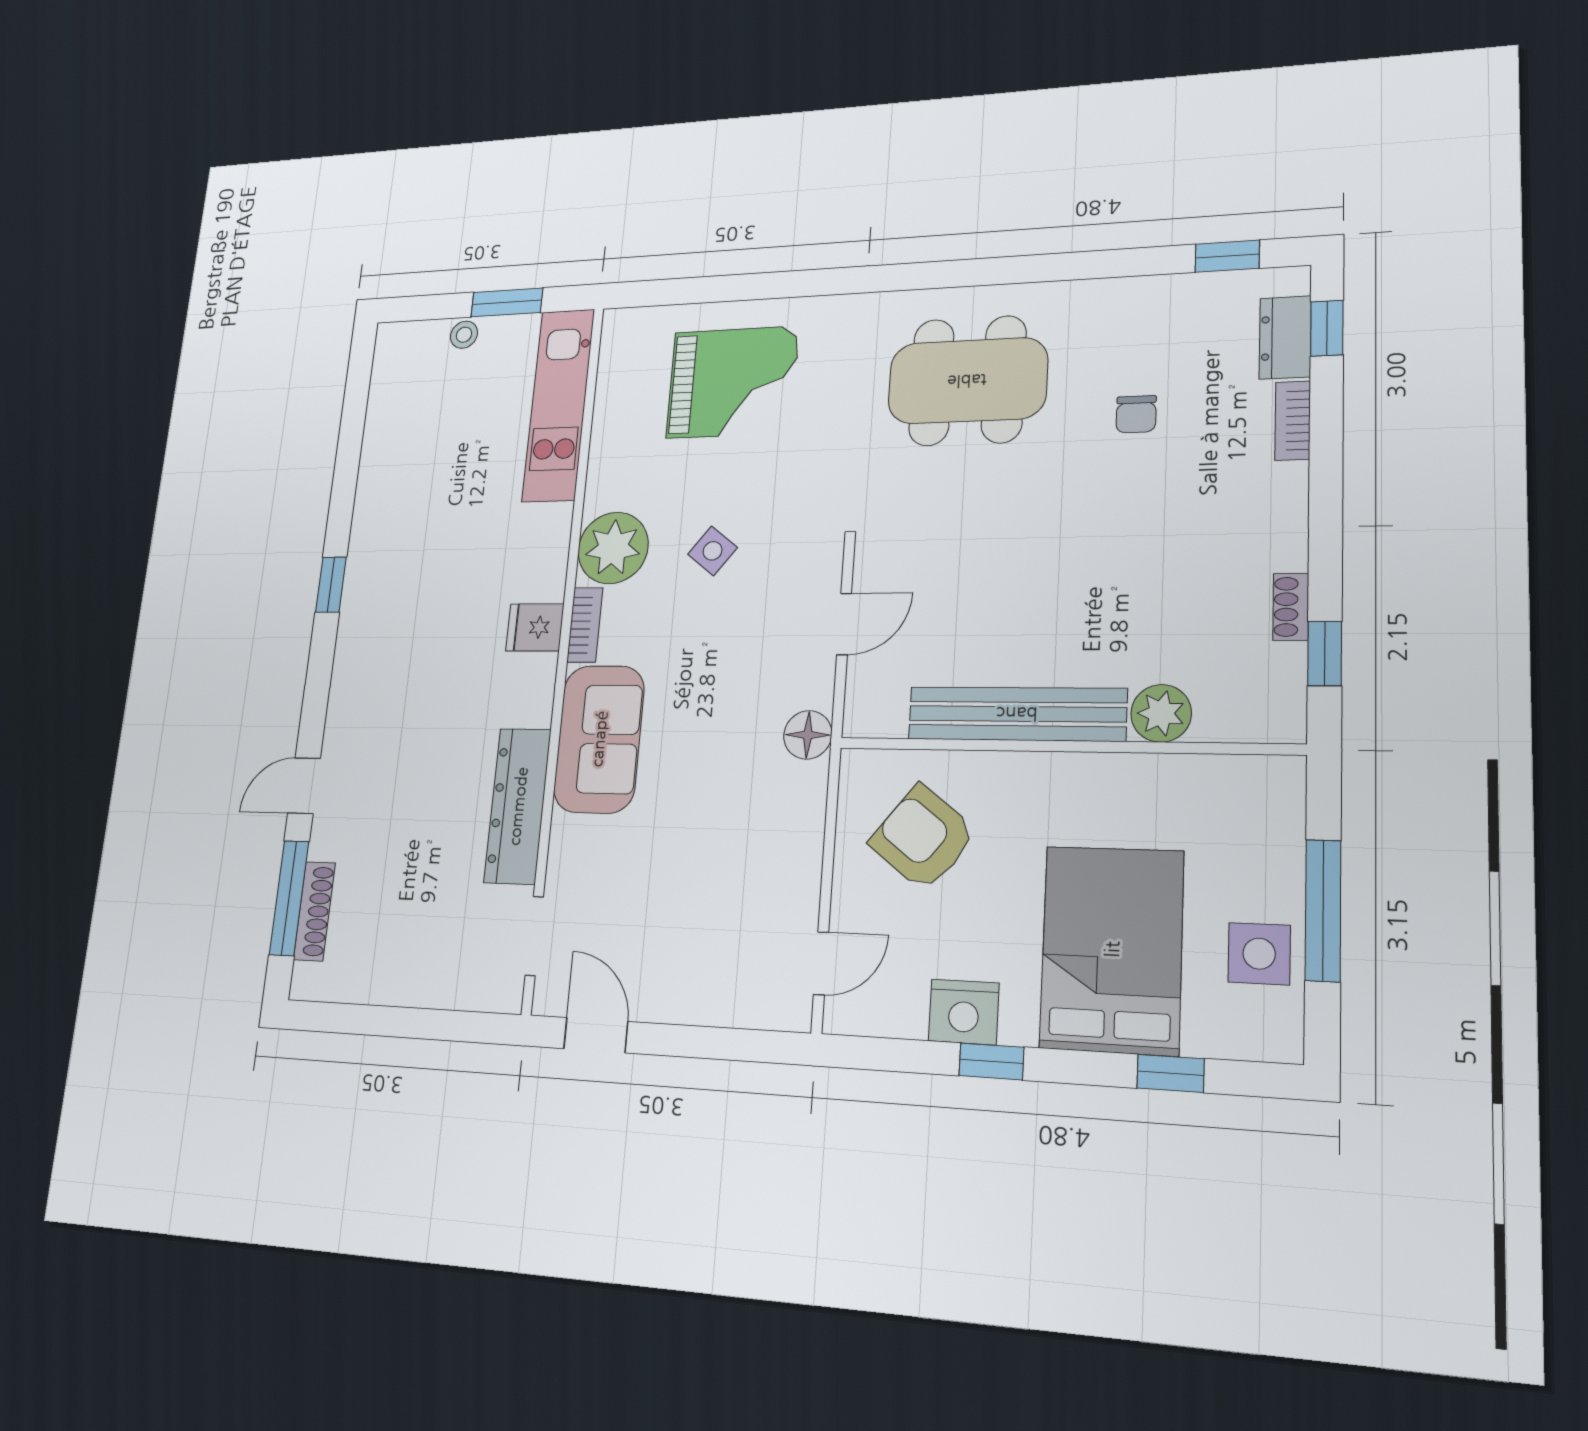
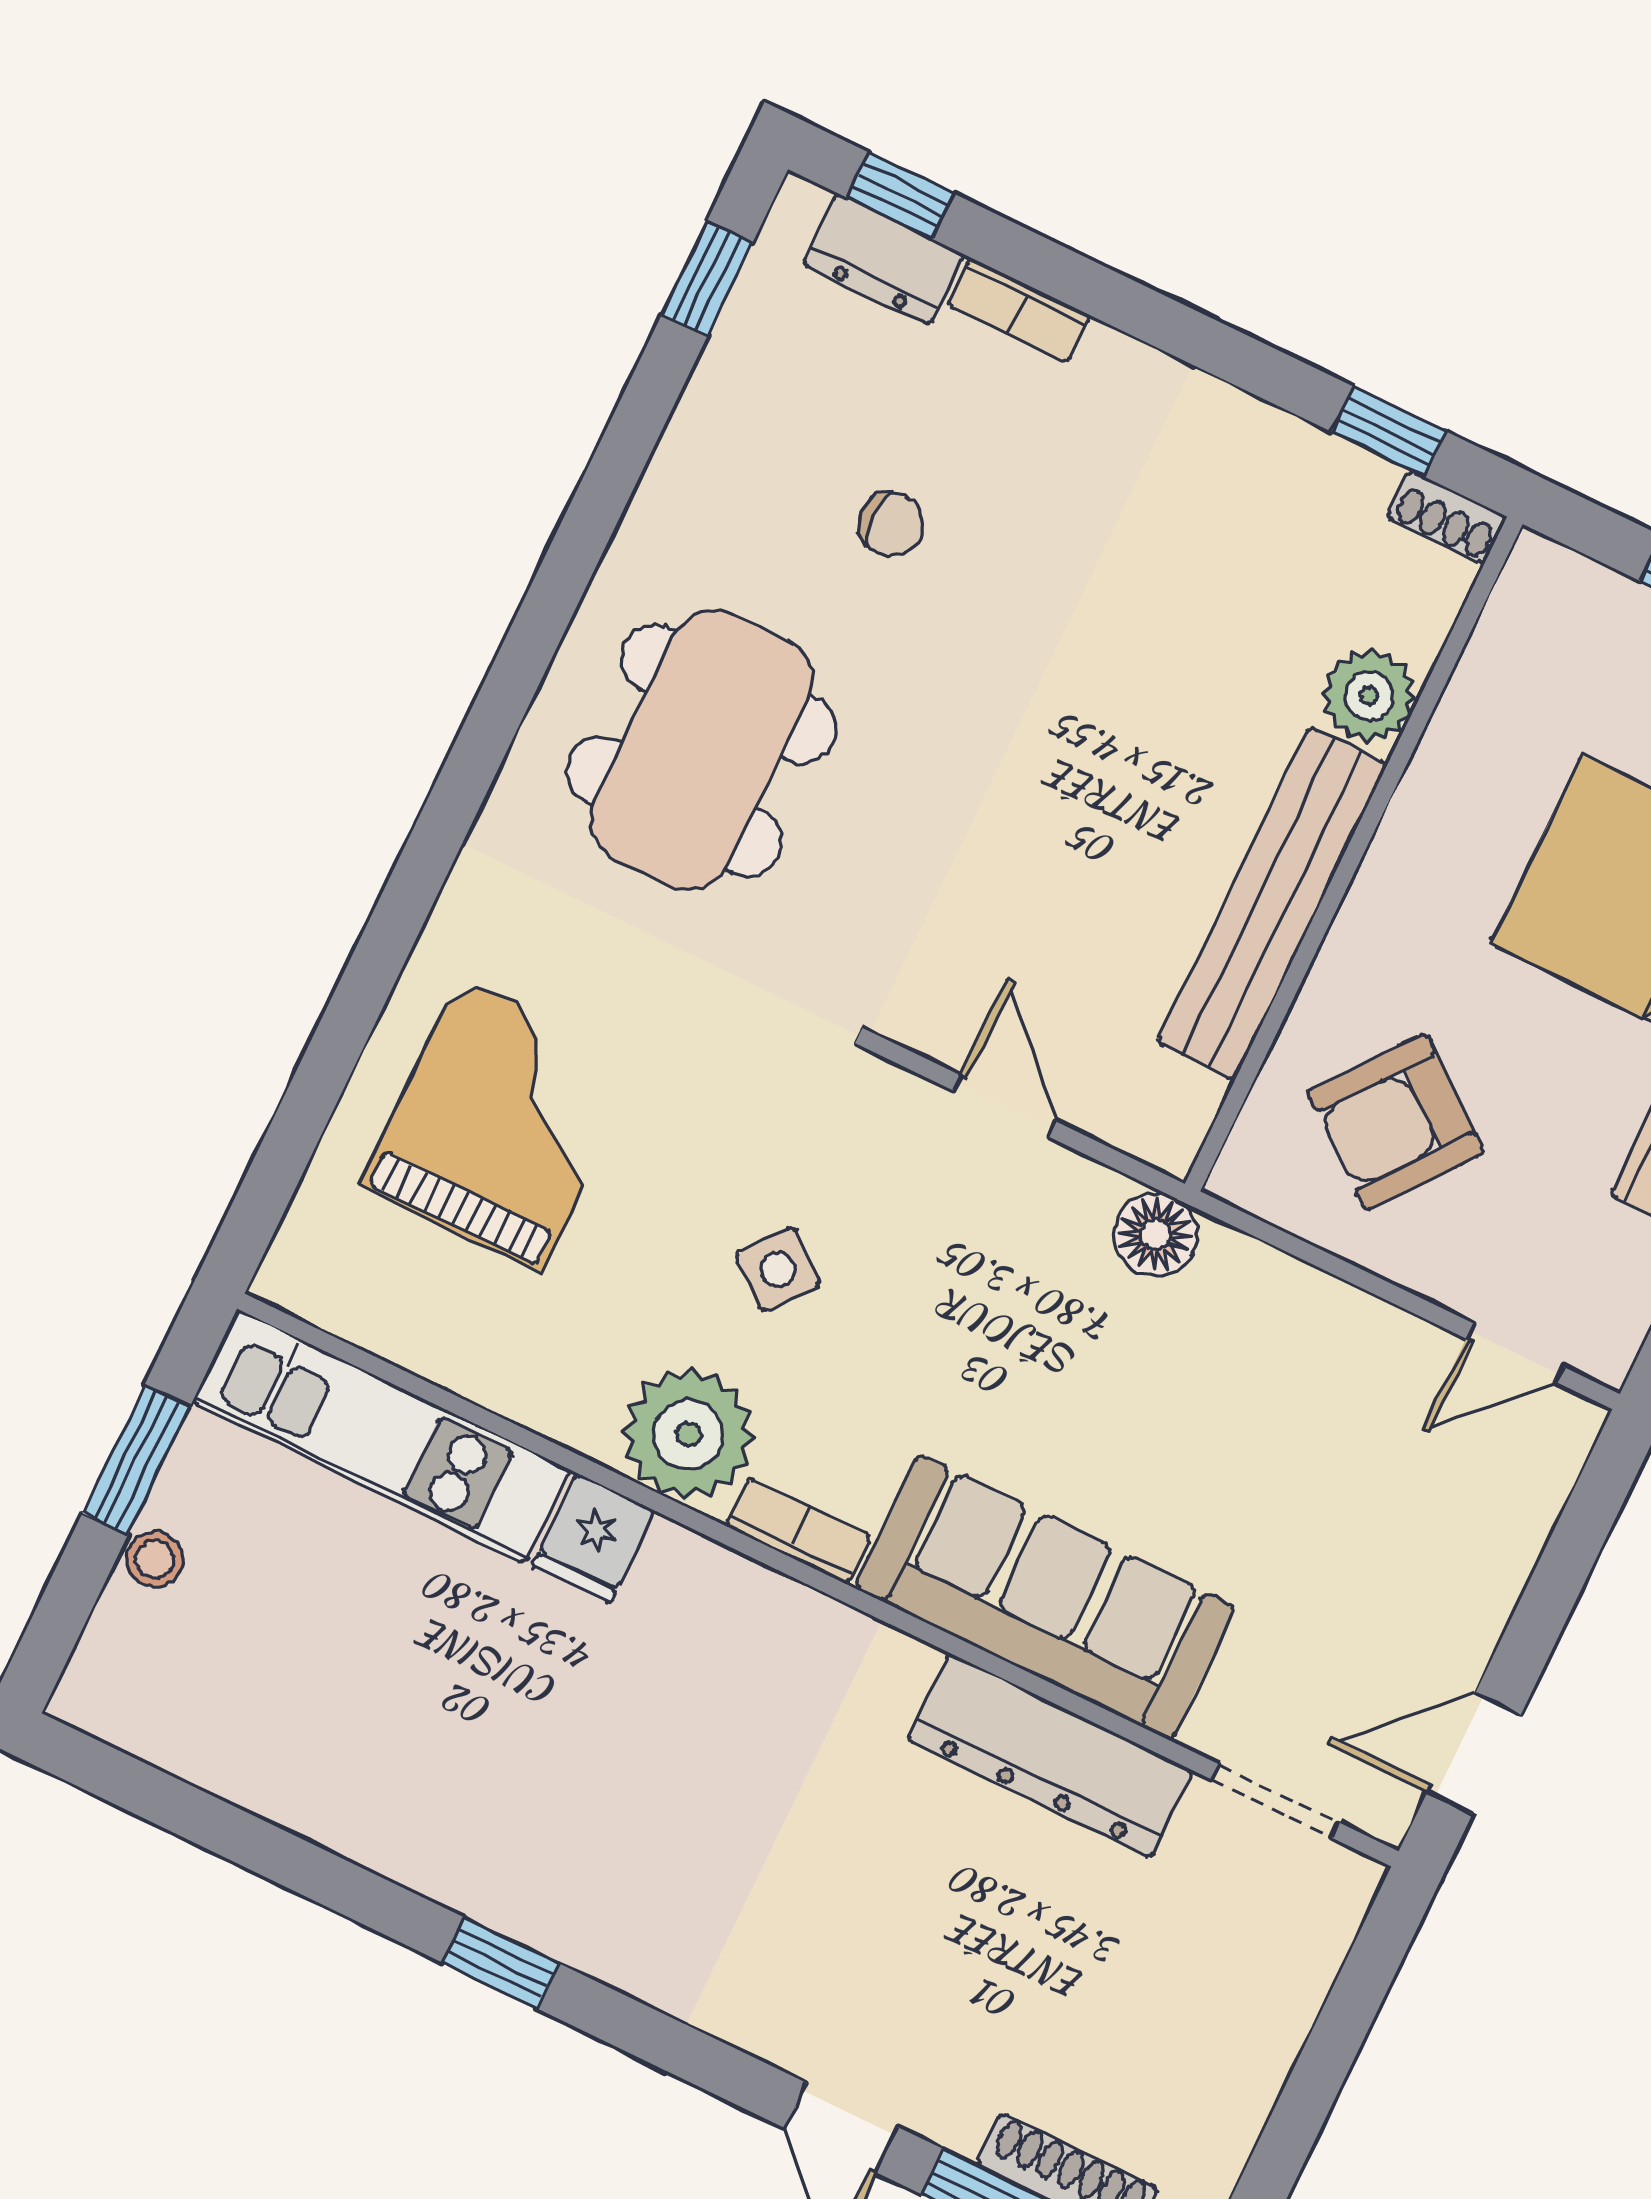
shoe rack: (1291, 607) -> (1447, 517), moved
fridge: (535, 627) -> (593, 1538), moved
sofa: (599, 739) -> (1045, 1597), width x1.36
door: (821, 963) -> (1515, 1353), swing flipped

